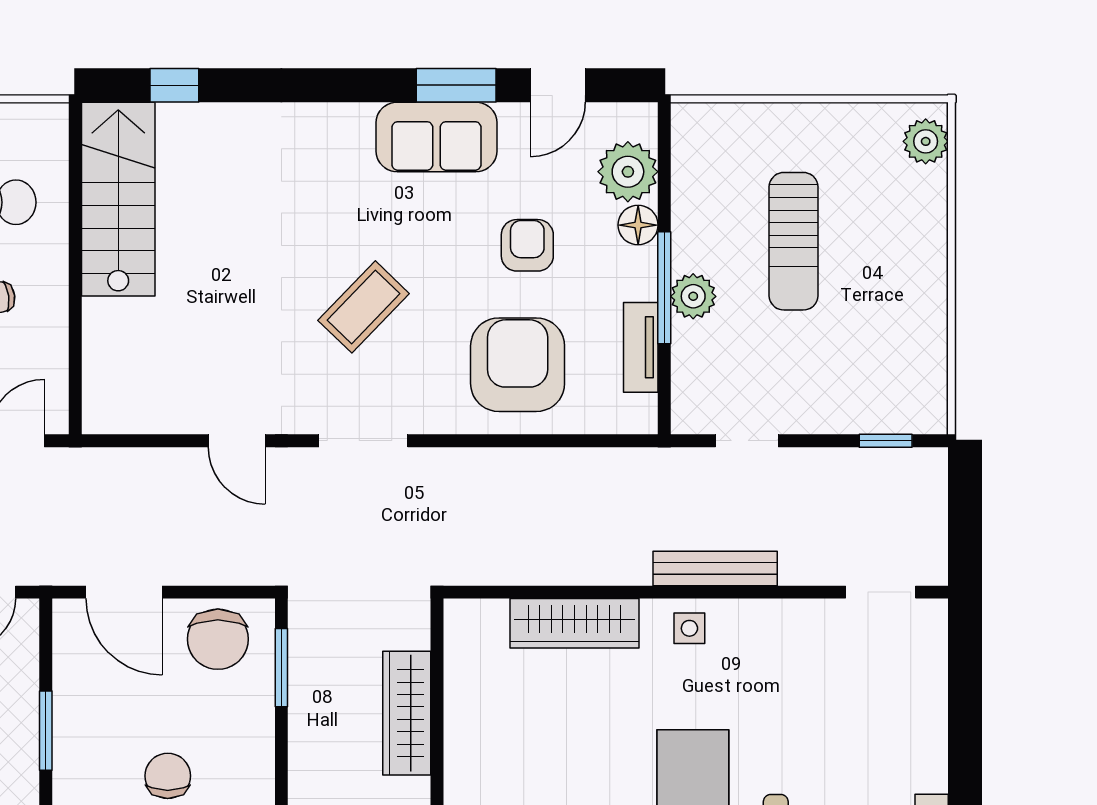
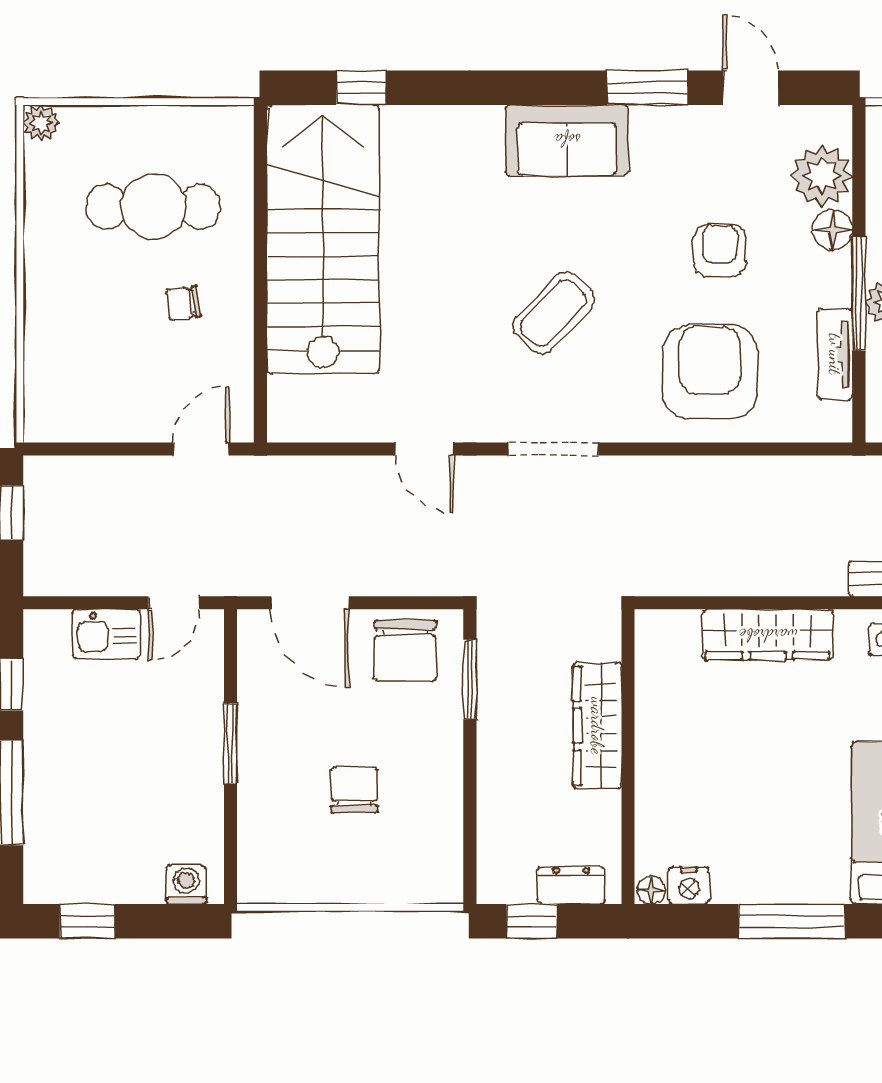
door: (558, 85) -> (751, 88), swing flipped
sofa: (436, 137) -> (567, 140), moved
stairs: (118, 199) -> (323, 239), width x1.36, depth x1.51

